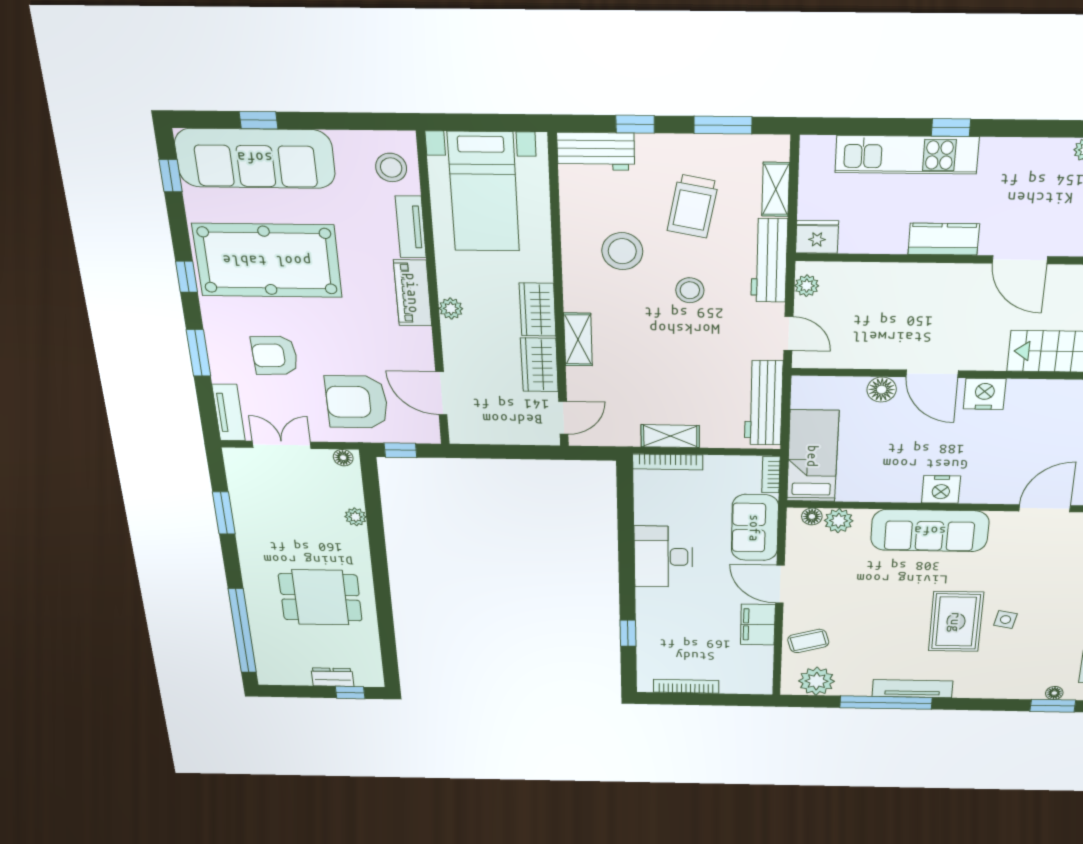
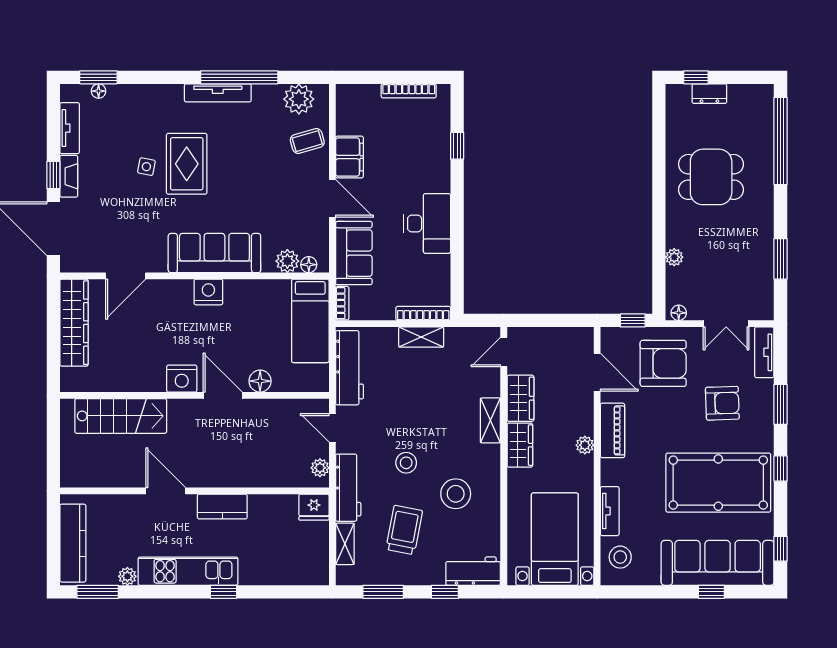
kitchen unit: (907, 155) -> (188, 571), moved
piano: (413, 293) -> (613, 430), moved

